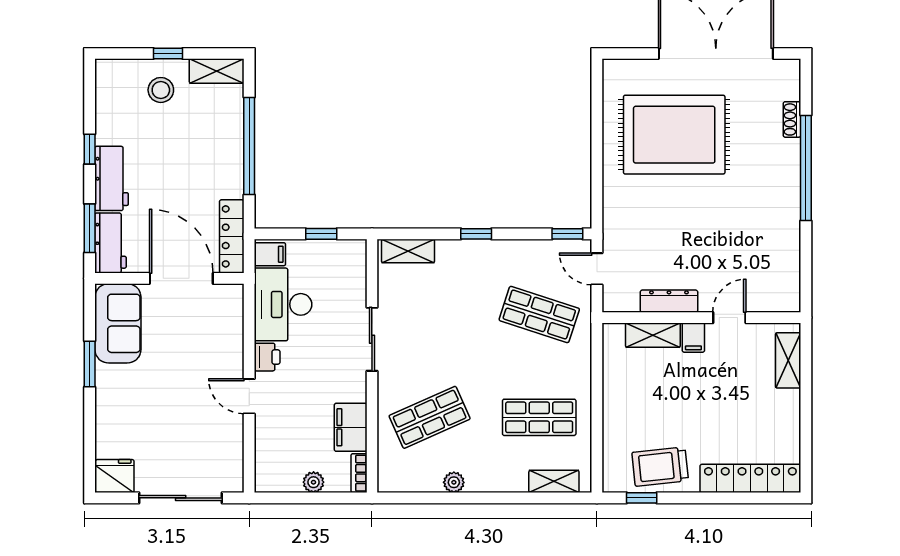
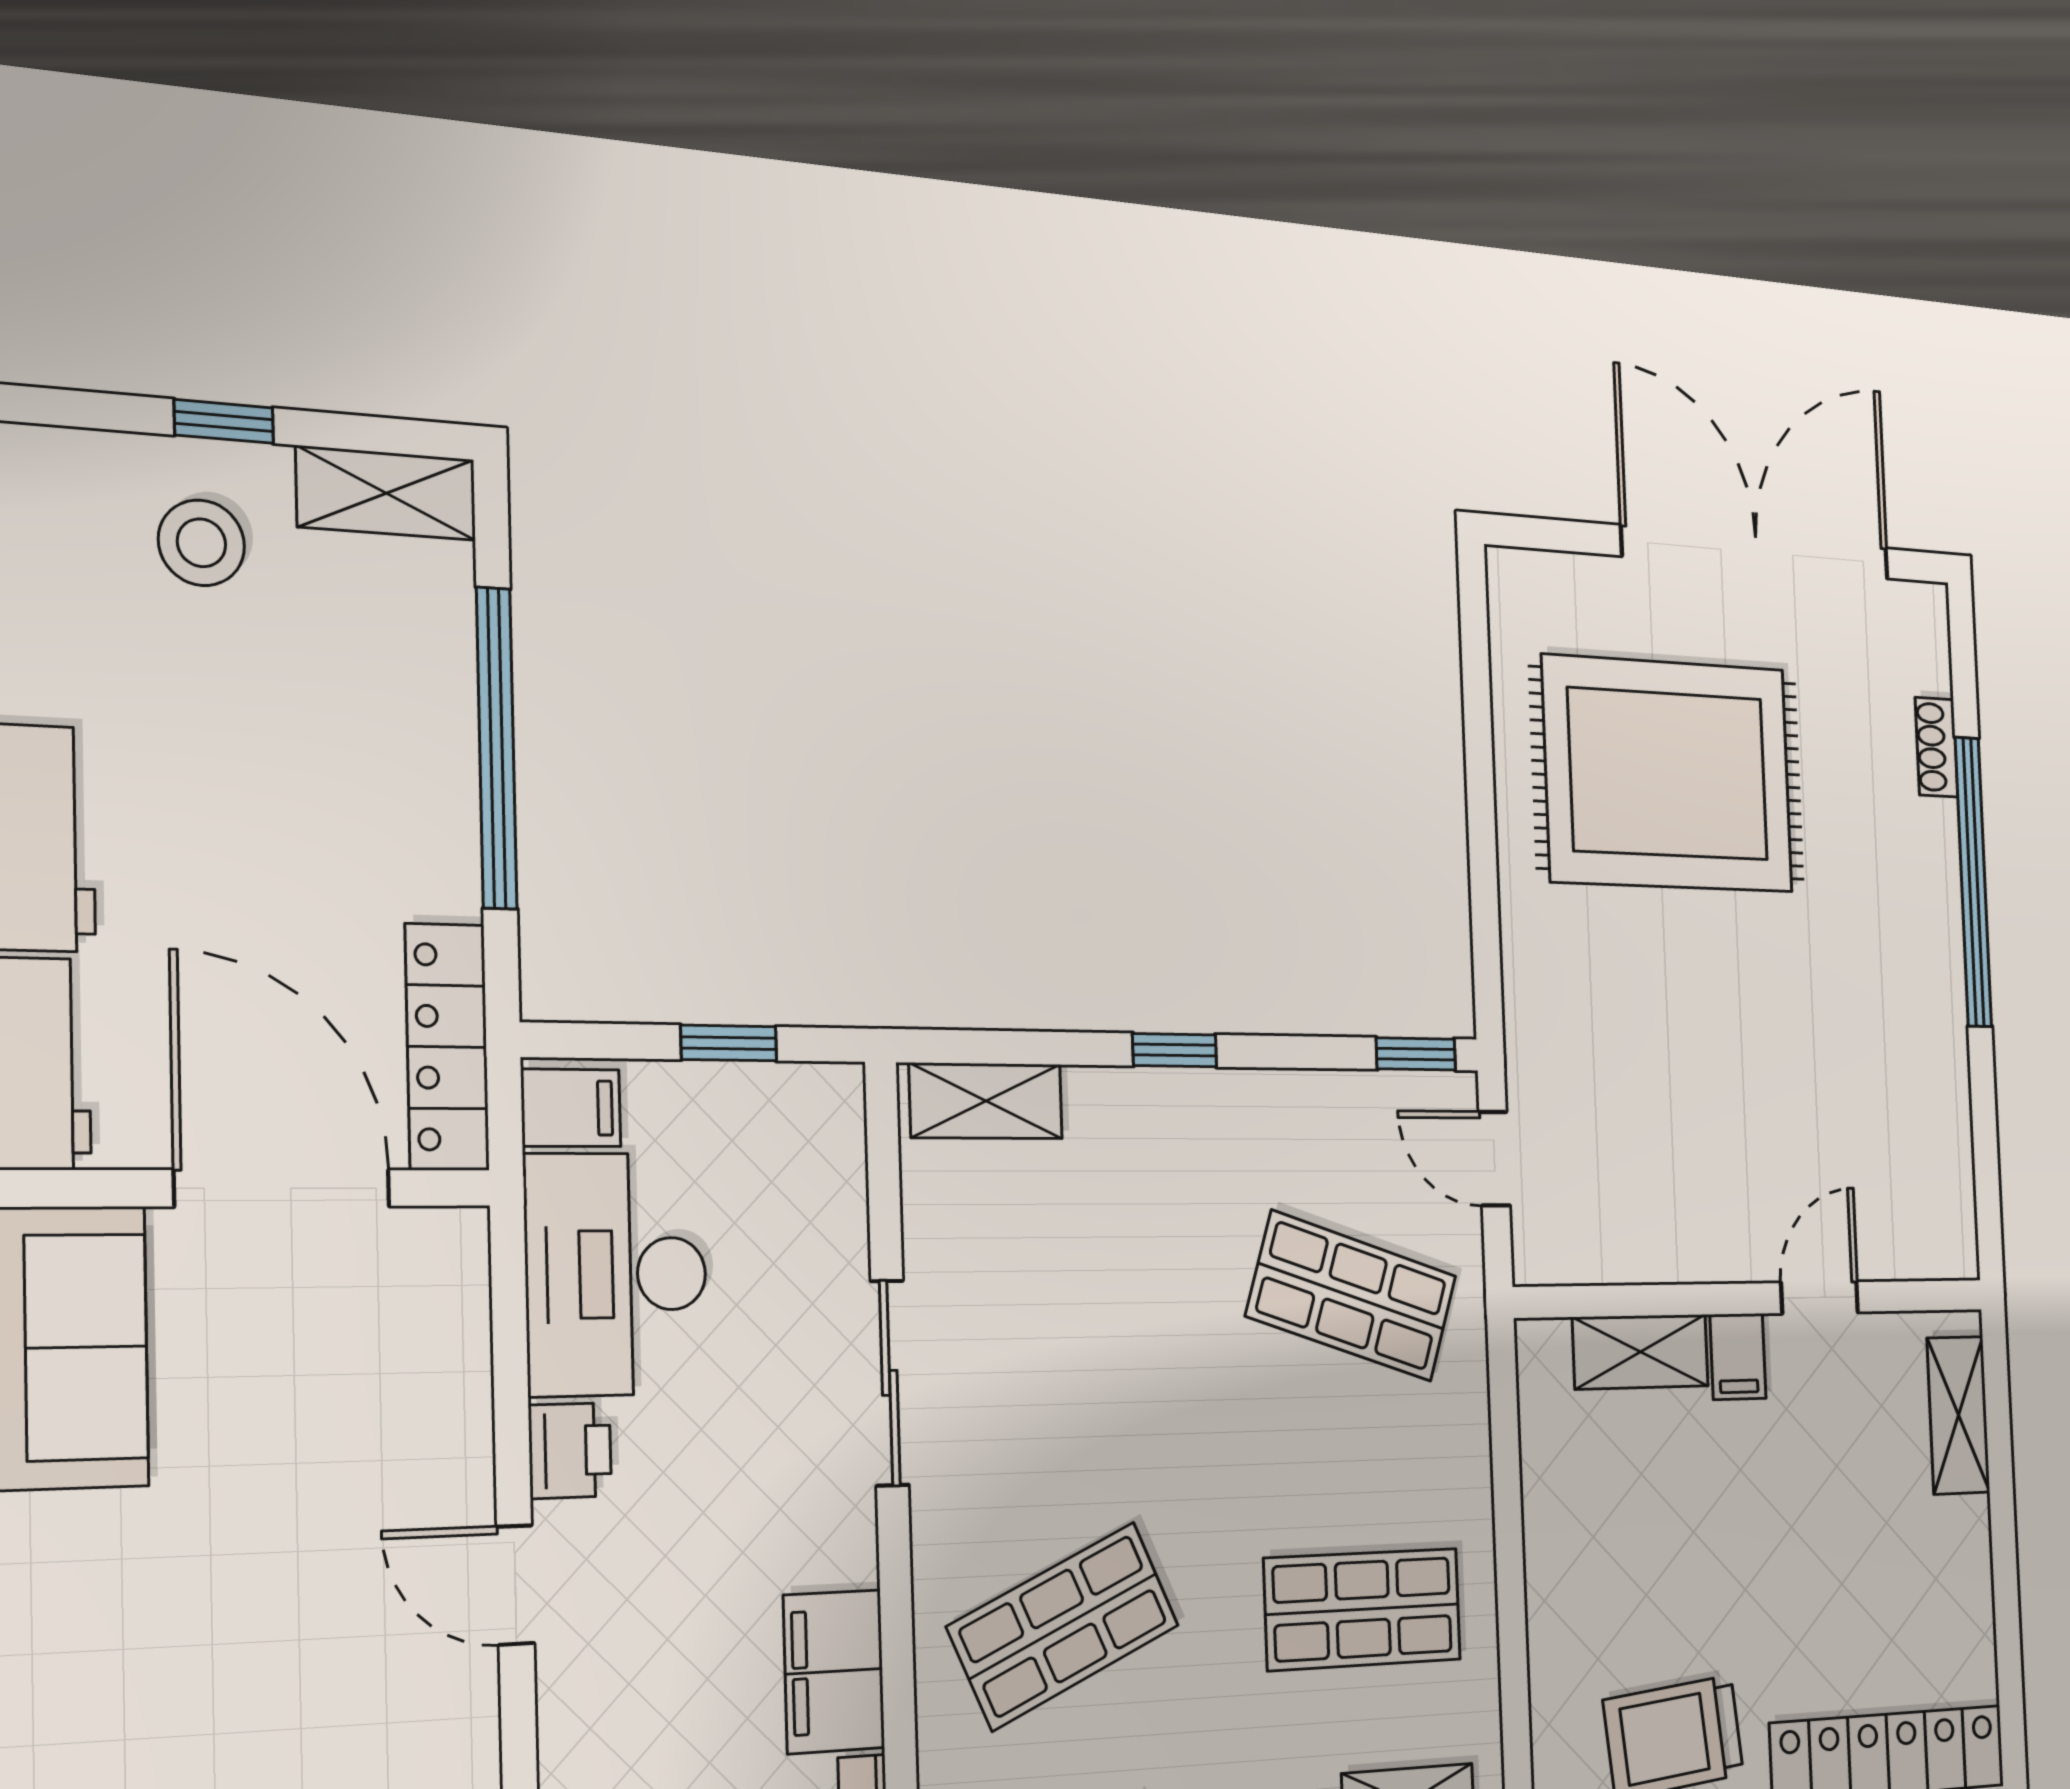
dresser: (669, 301) -> (1675, 1252), removed

